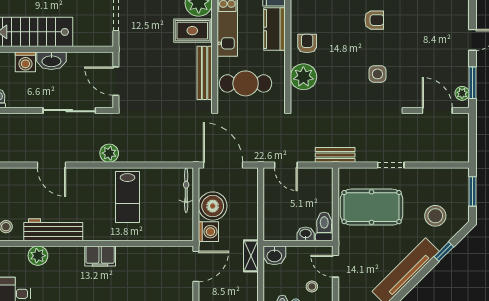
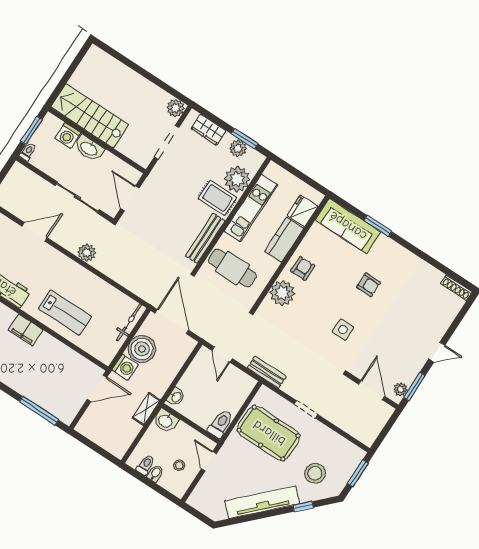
door: (52, 165) -> (35, 232), swing flipped
lab bench: (127, 197) -> (65, 313), moved, turned -90
washbasin: (306, 234) -> (176, 397), moved, turned 90

